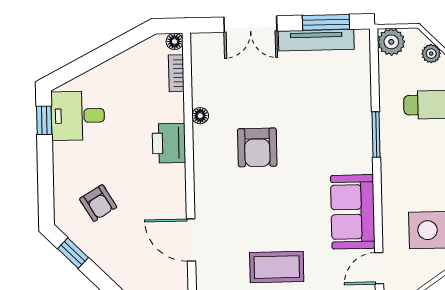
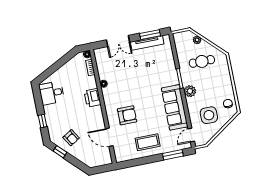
plant: (391, 42) -> (190, 91), moved
window: (44, 120) -> (43, 121), moved
armchair: (257, 147) -> (127, 115), moved, turned -90
armchair: (98, 203) -> (71, 138), moved
sofa: (353, 212) -> (175, 107), width x1.36

